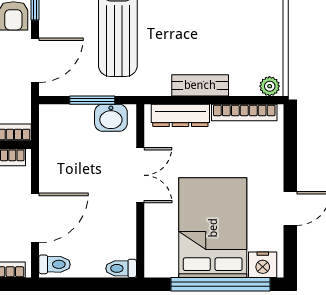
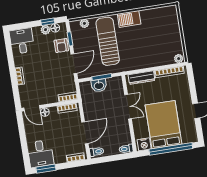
bench: (200, 85) -> (148, 63), removed
washbasin: (111, 118) -> (99, 85), moved
nightstand: (263, 265) -> (144, 144), moved

